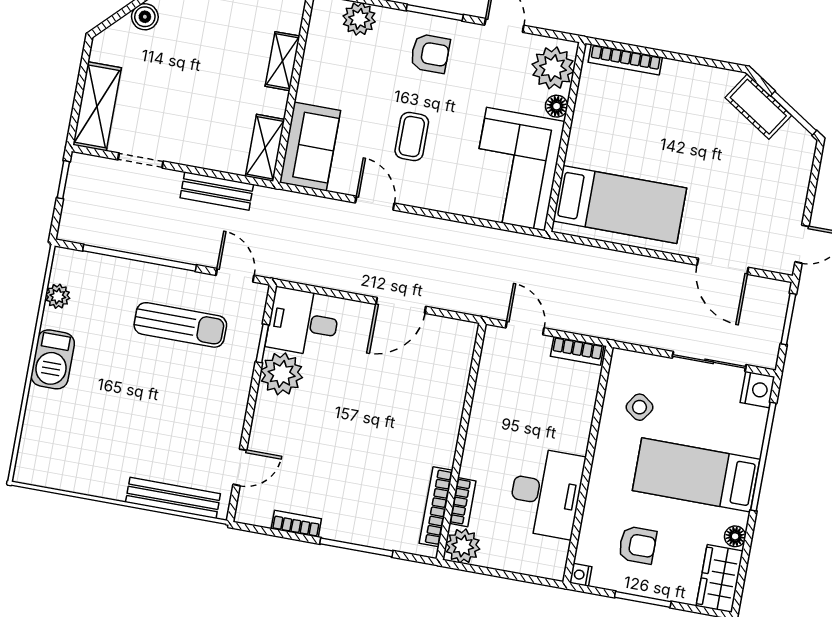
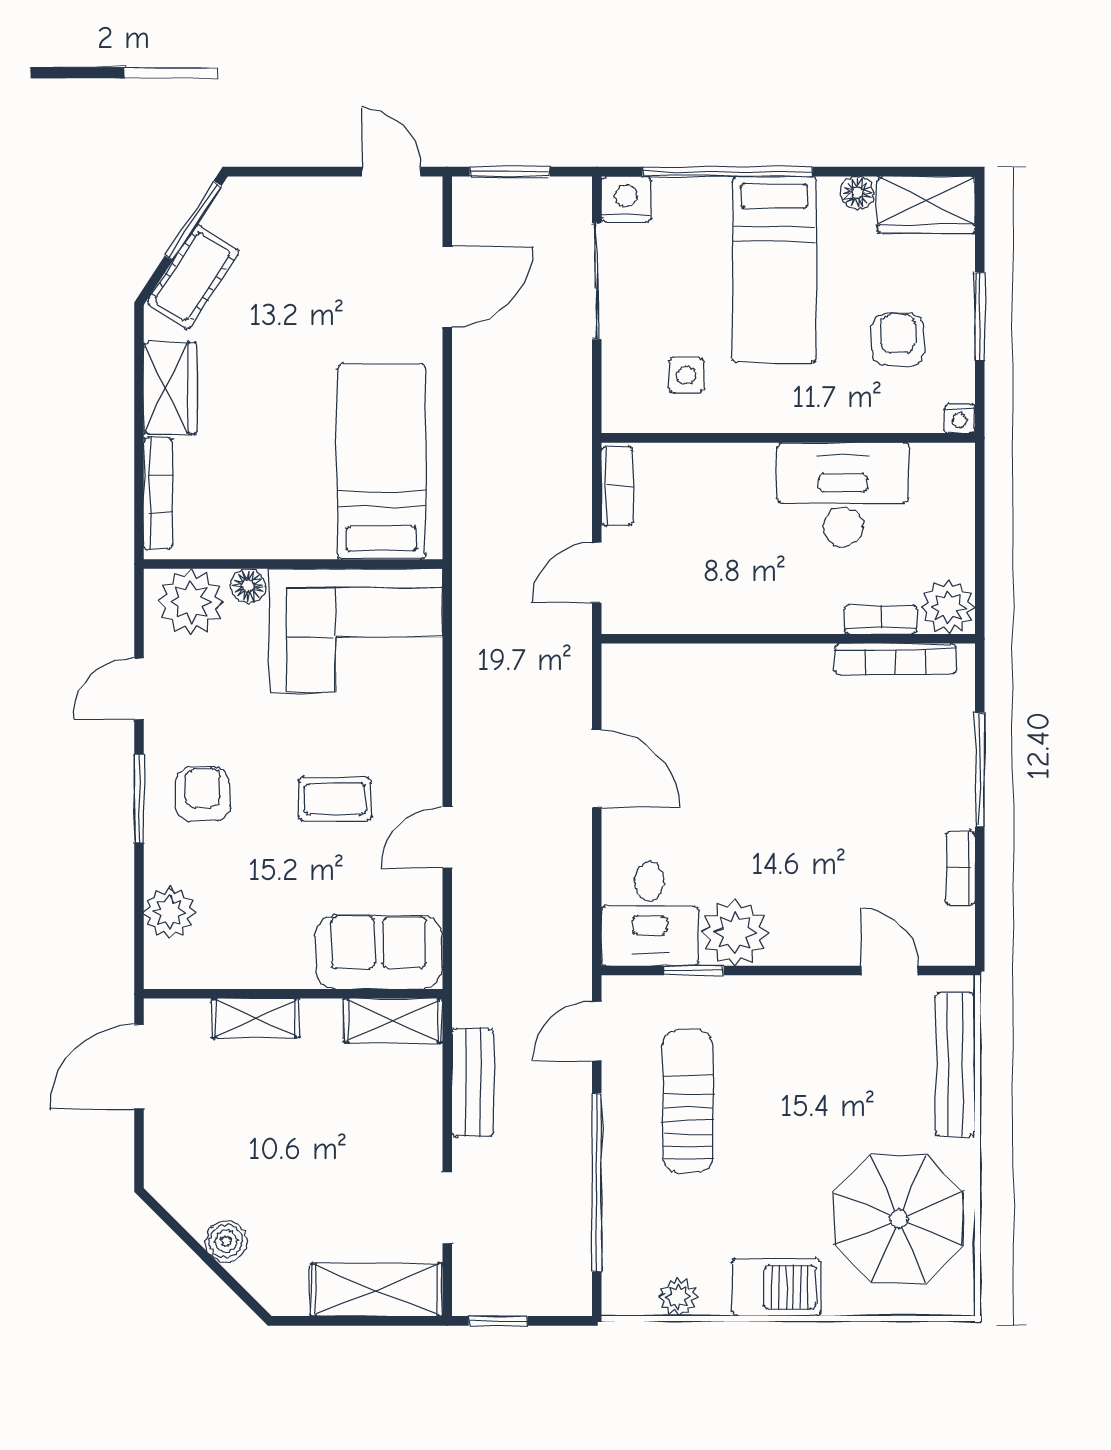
wardrobe: (691, 80) -> (170, 388), added
side table: (639, 407) -> (686, 375), turned -35
parasol: (82, 445) -> (899, 1219), added

